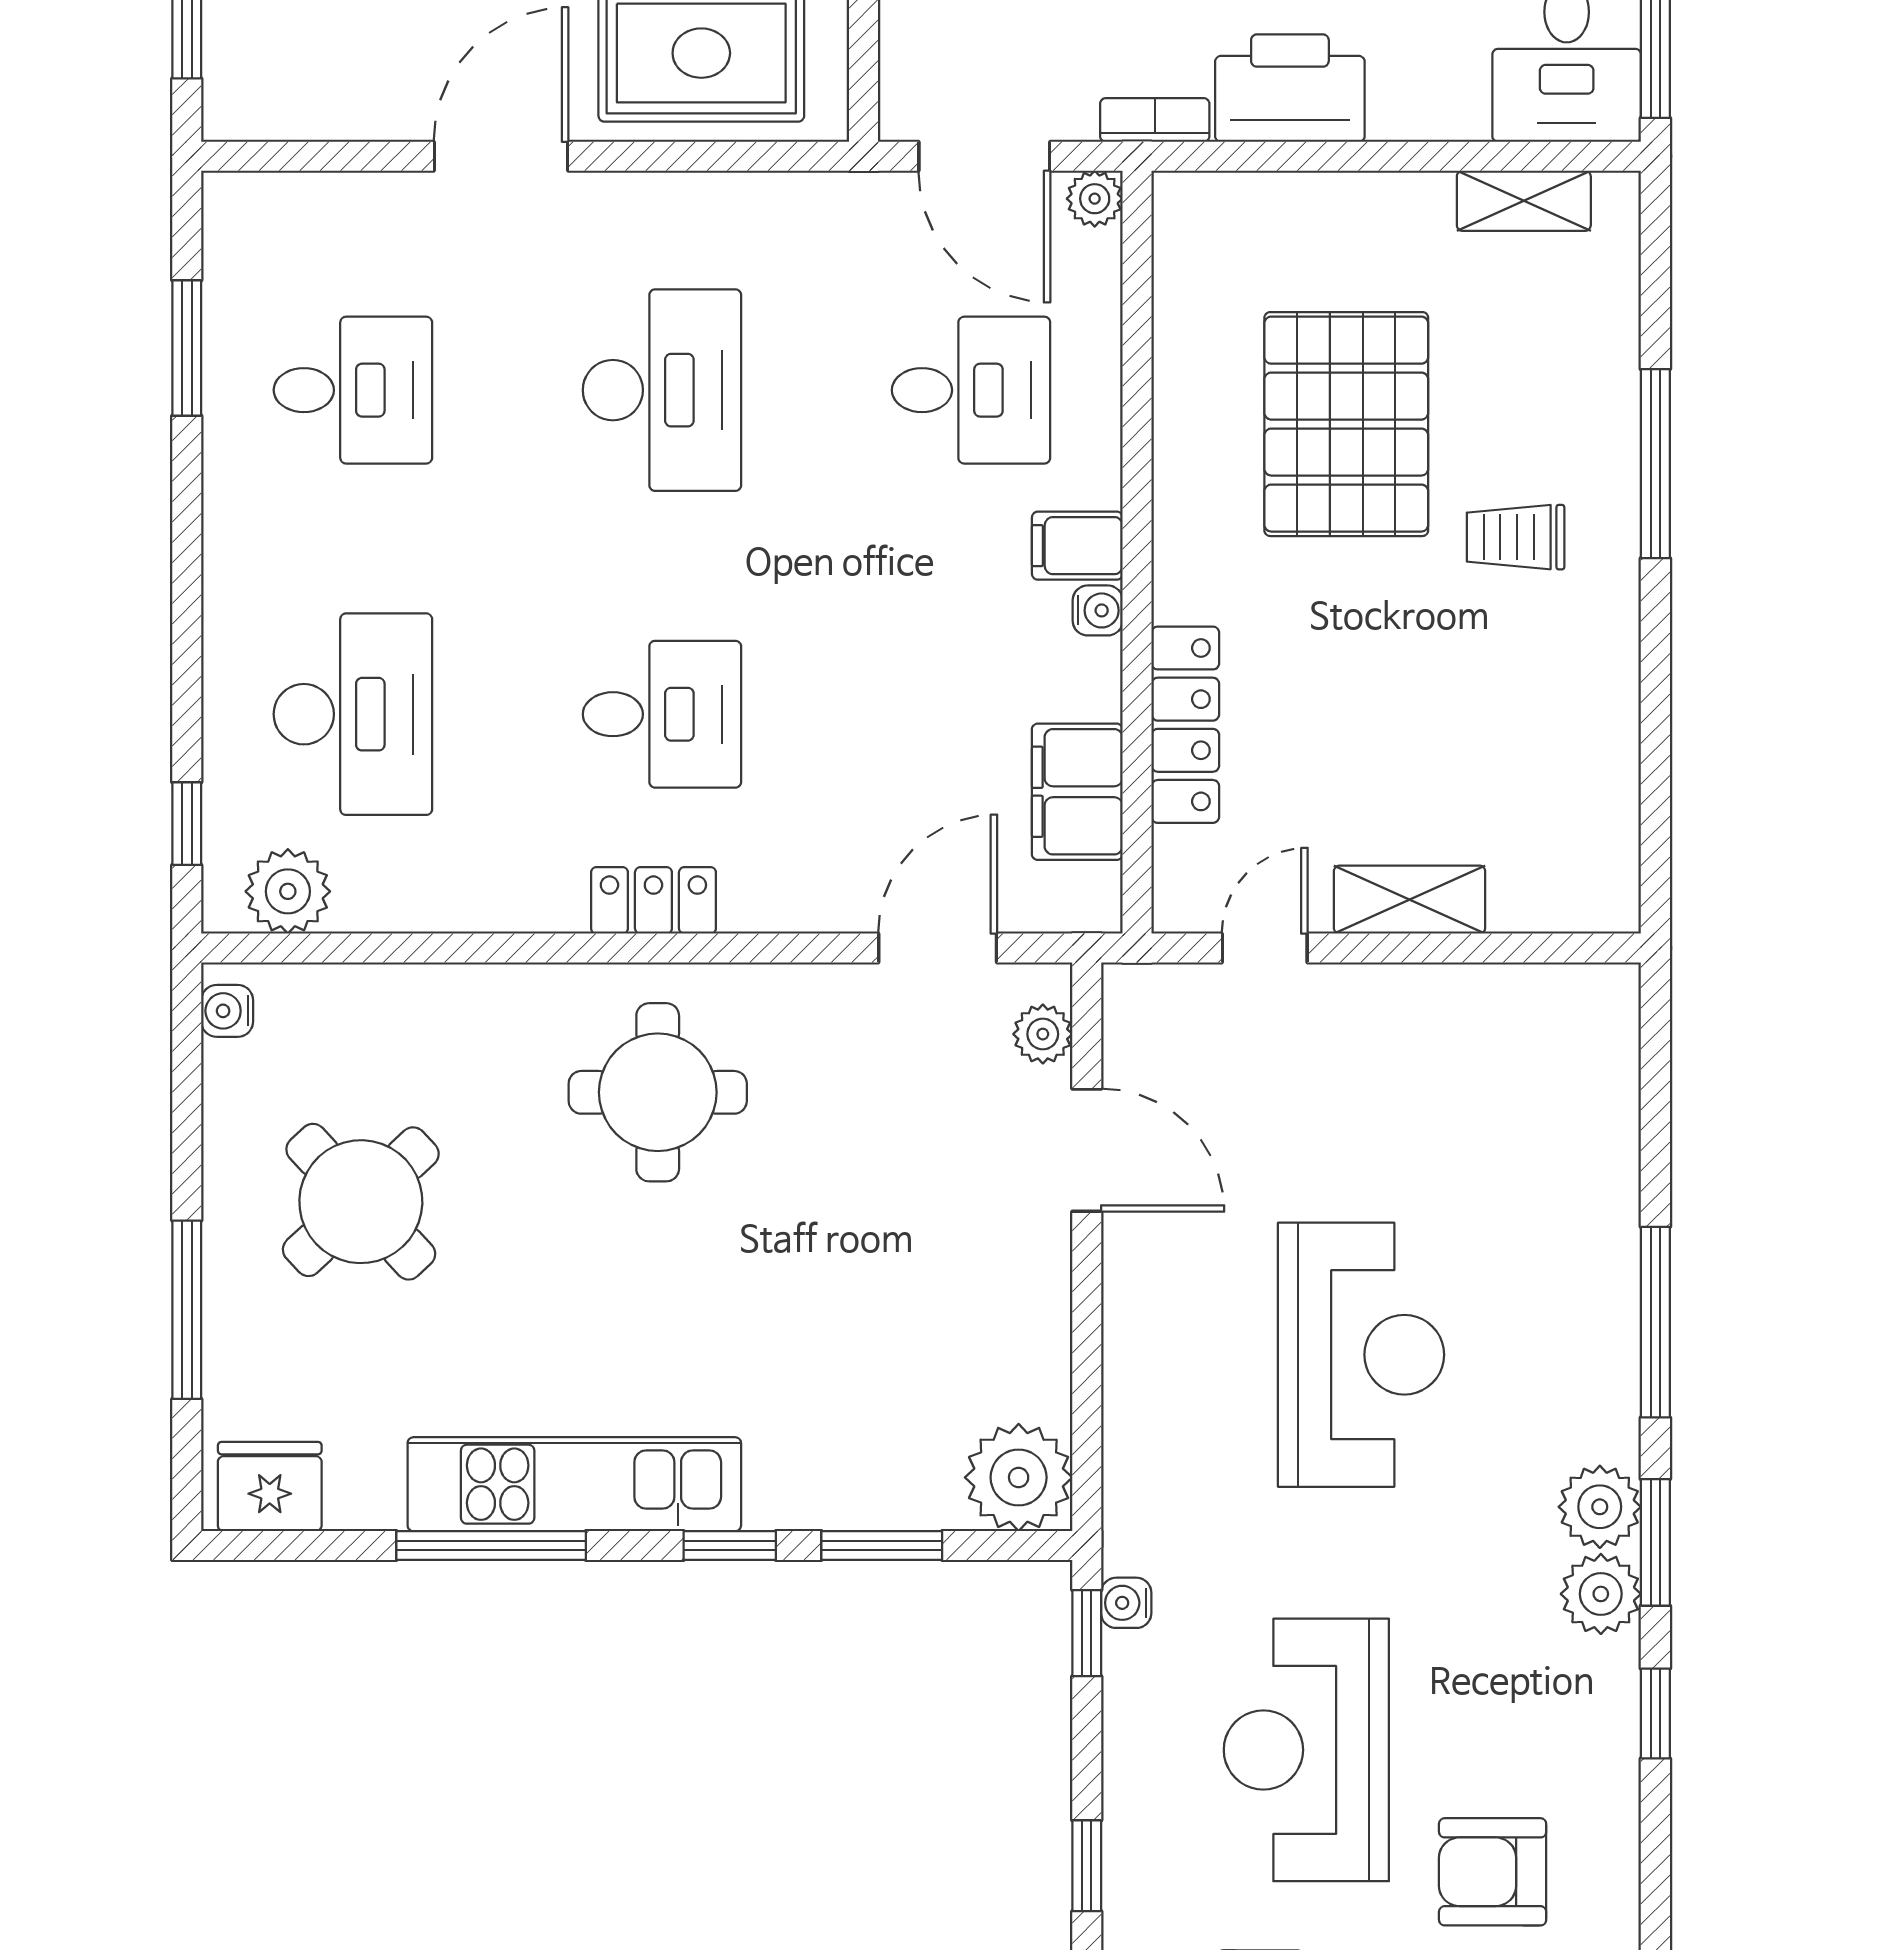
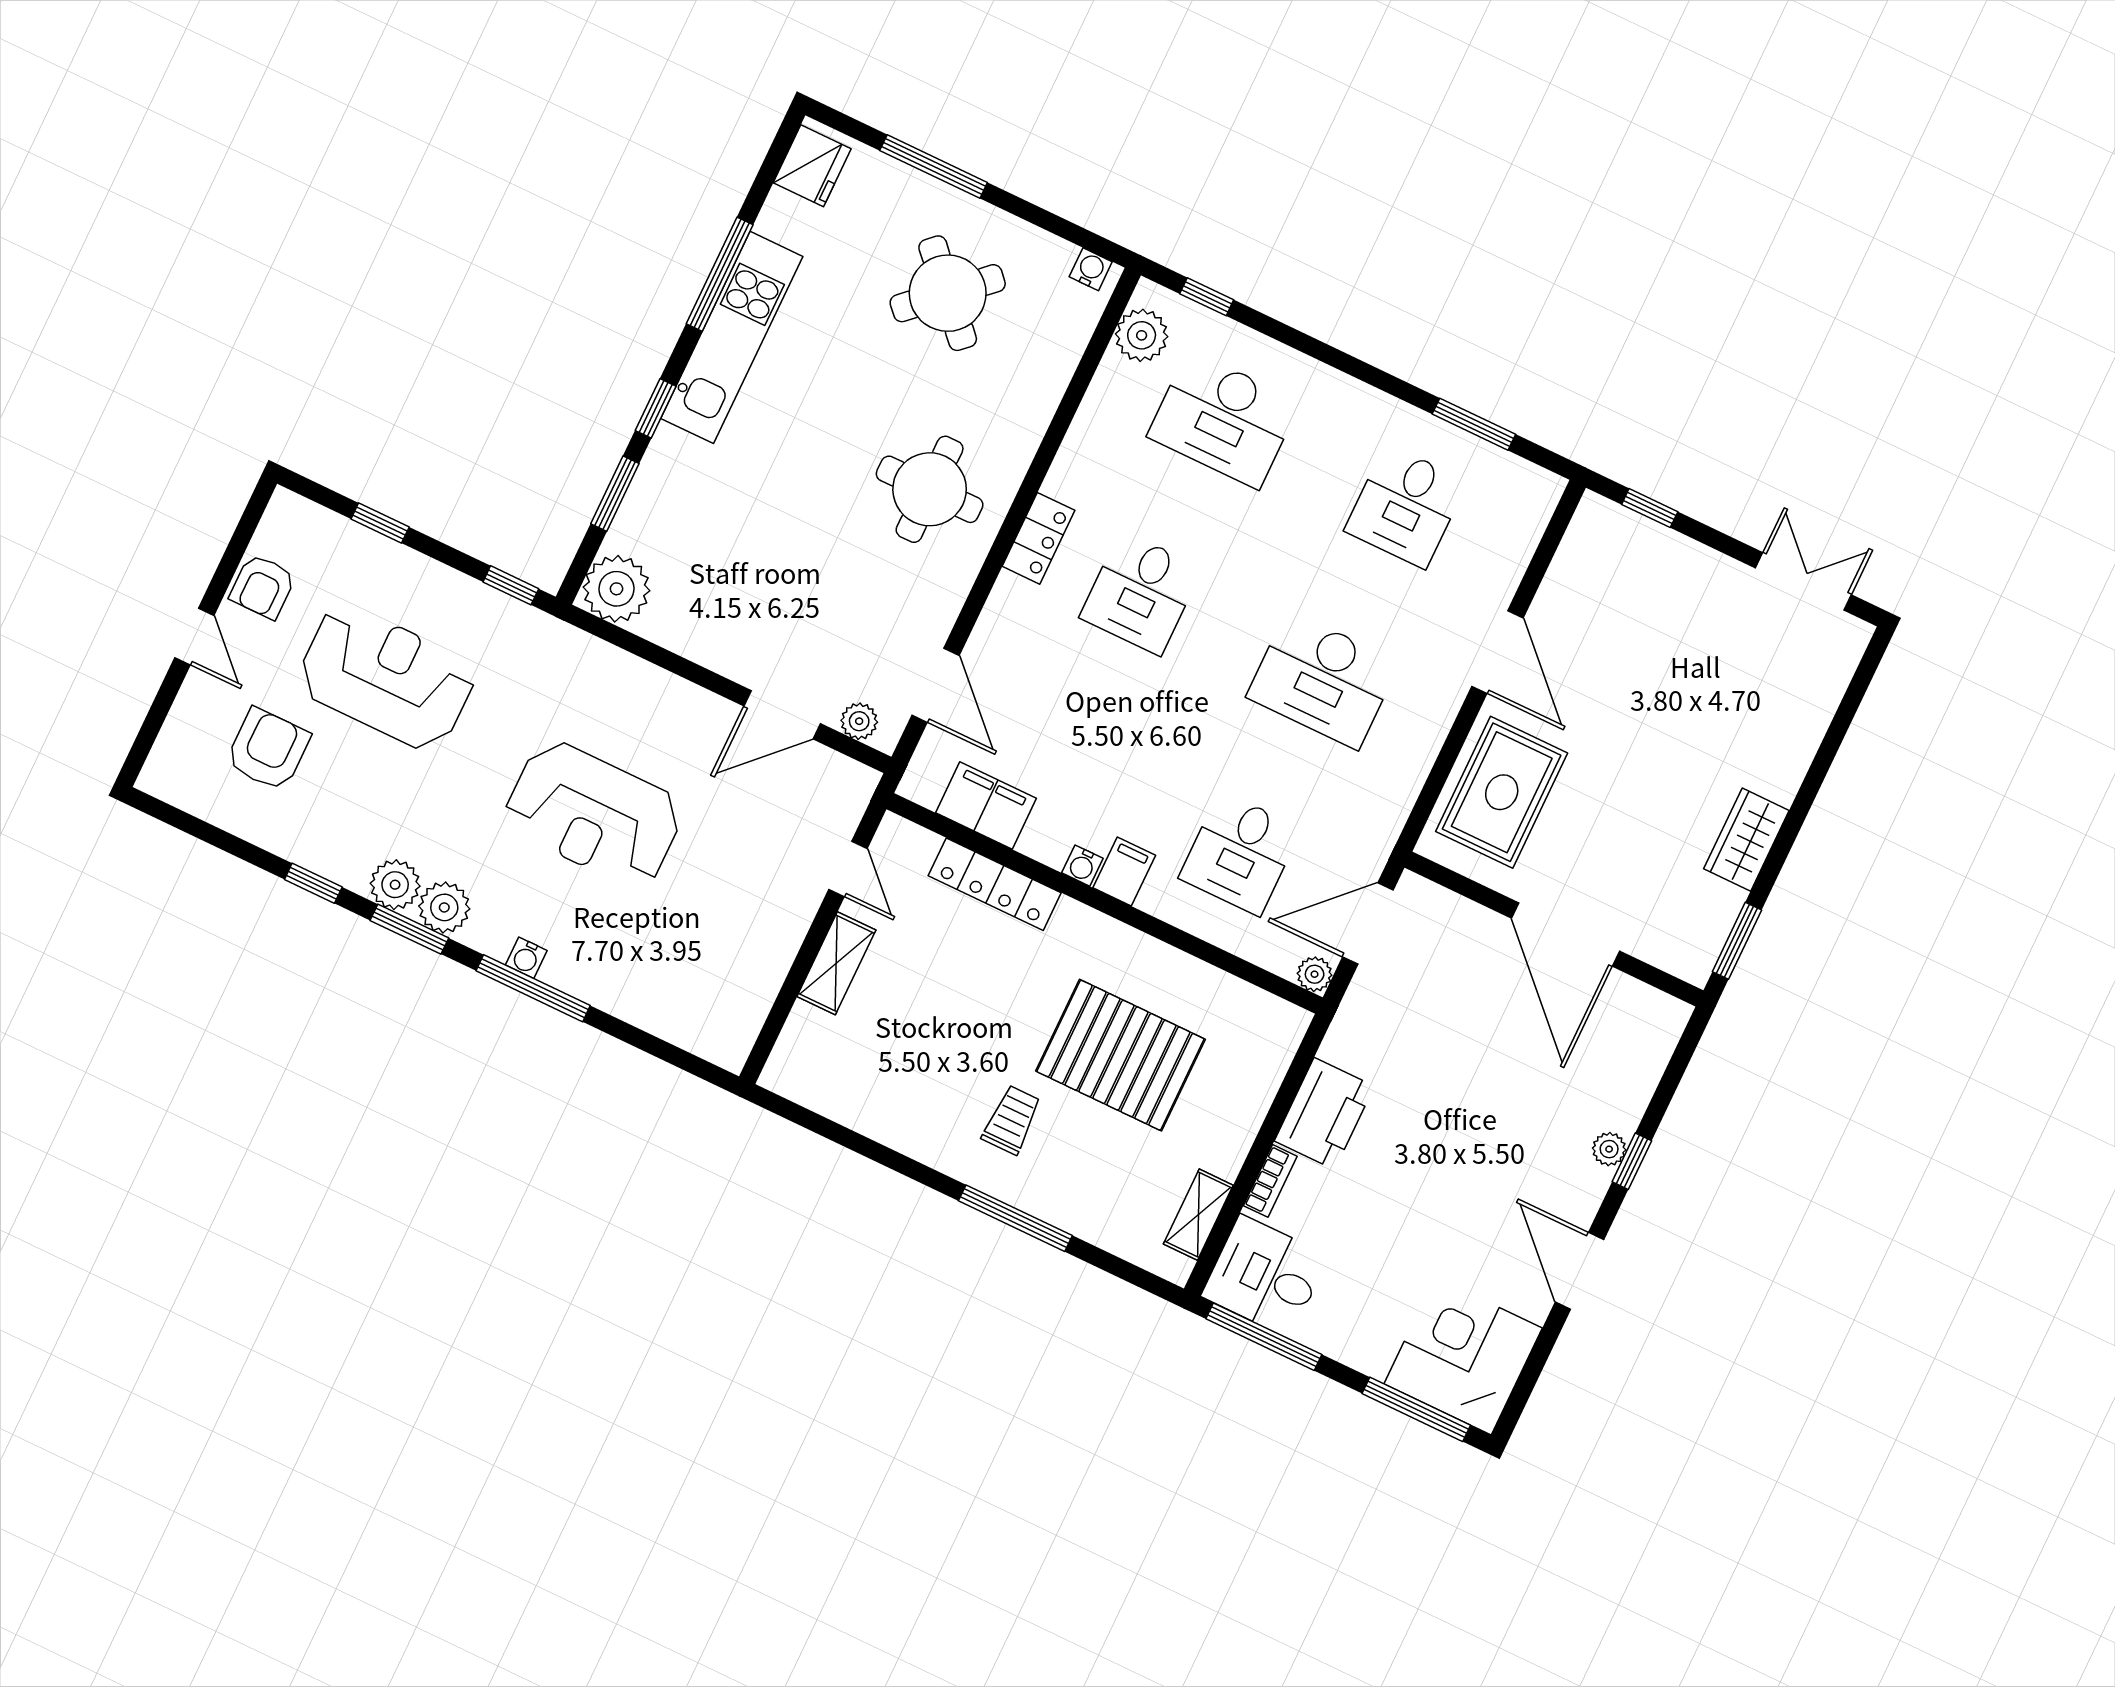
bookcase: (1155, 120) -> (1270, 1181), moved
water cooler: (1126, 1603) -> (526, 958), moved, turned 180

